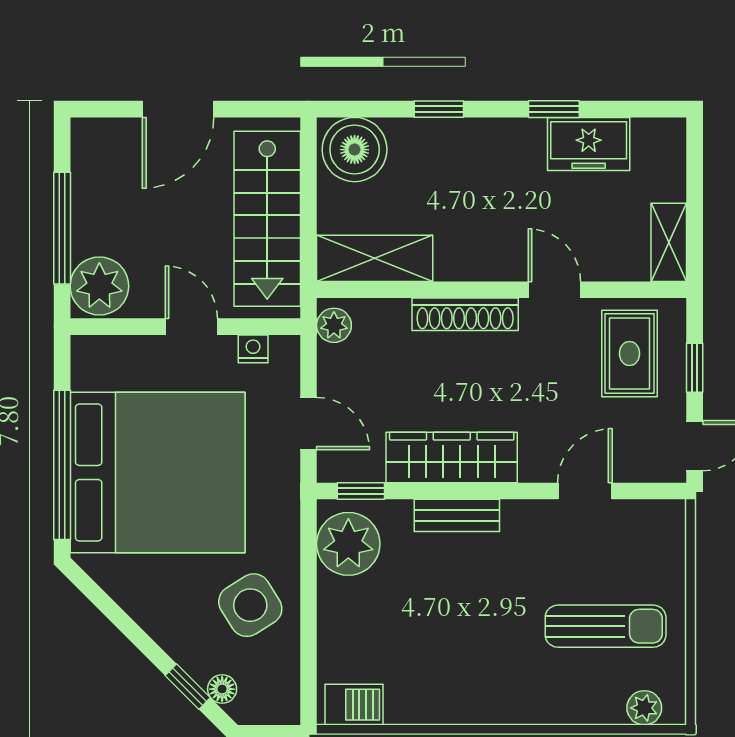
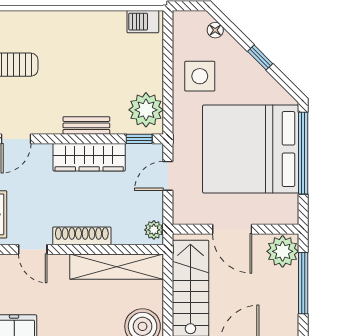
shelving: (375, 258) -> (117, 267), width x1.47
door: (191, 327) -> (232, 229), width x1.38
nightstand: (253, 349) -> (198, 217), removed
door: (309, 424) -> (168, 176), hinge flipped
side table: (250, 605) -> (200, 76), turned 32
window: (188, 687) -> (260, 57), moved

